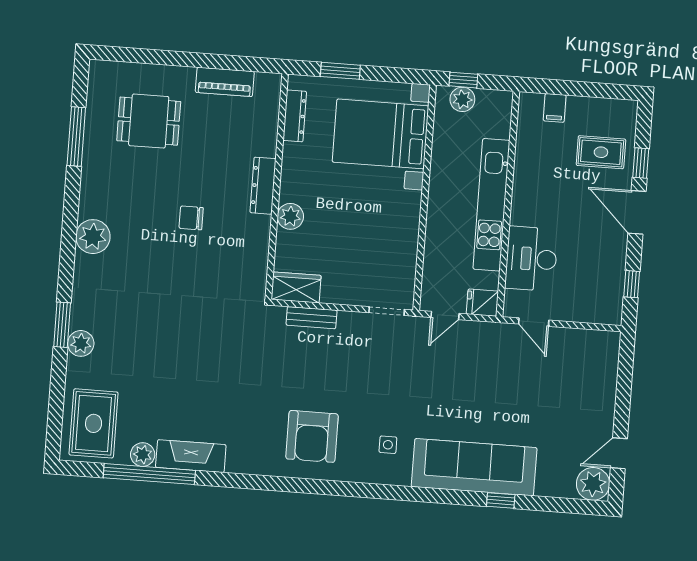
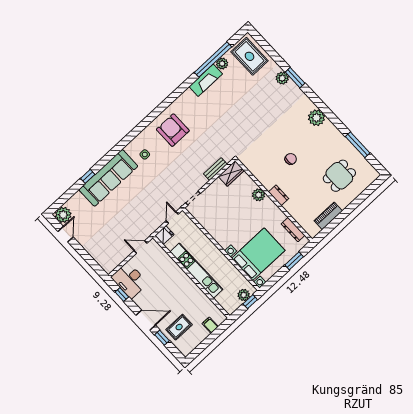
dresser: (263, 186) -> (279, 195), width x0.70
desk: (531, 259) -> (129, 280), moved, turned 180

